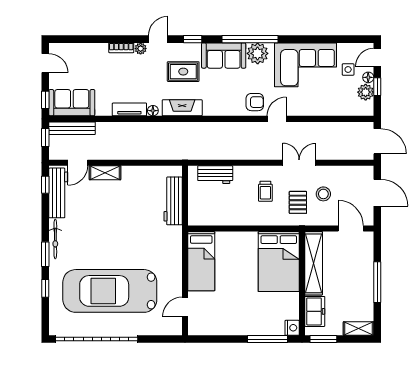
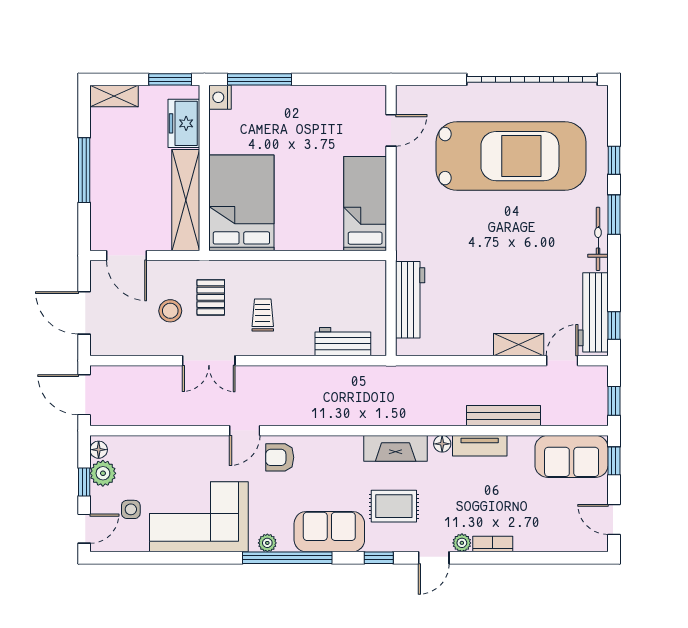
plant: (258, 53) -> (267, 543), width x0.53, depth x0.53
floor lamp: (368, 77) -> (99, 450), moved
bench: (72, 128) -> (503, 416), moved

